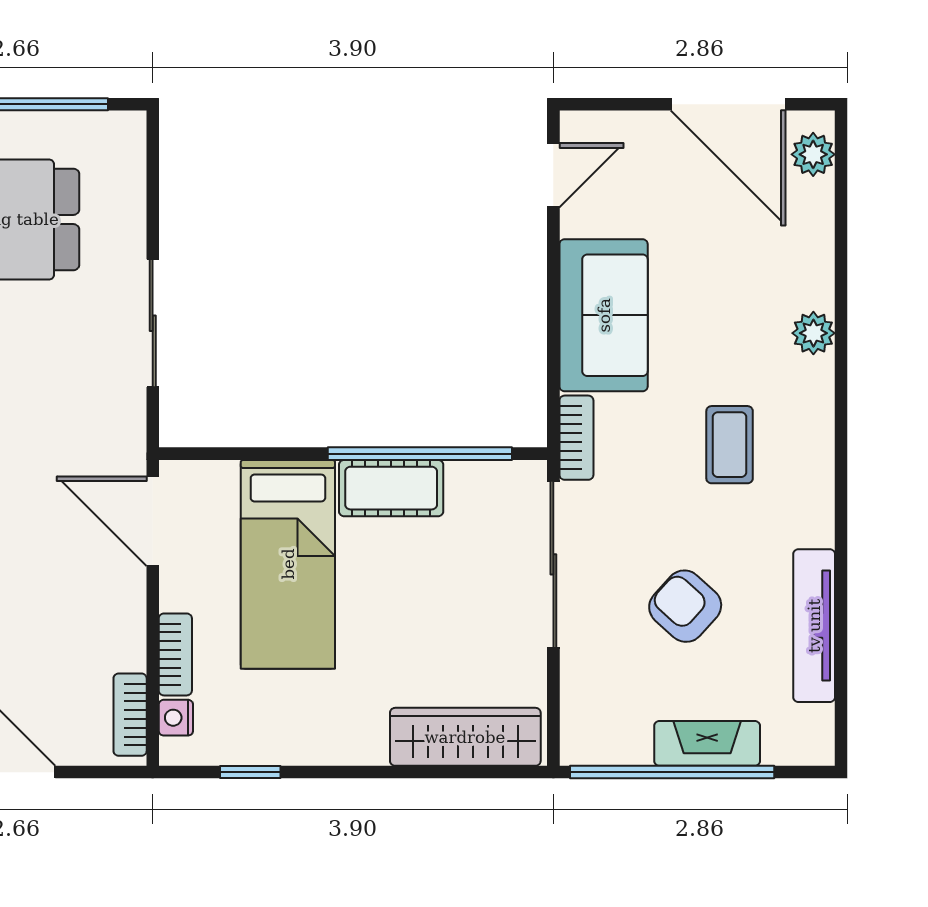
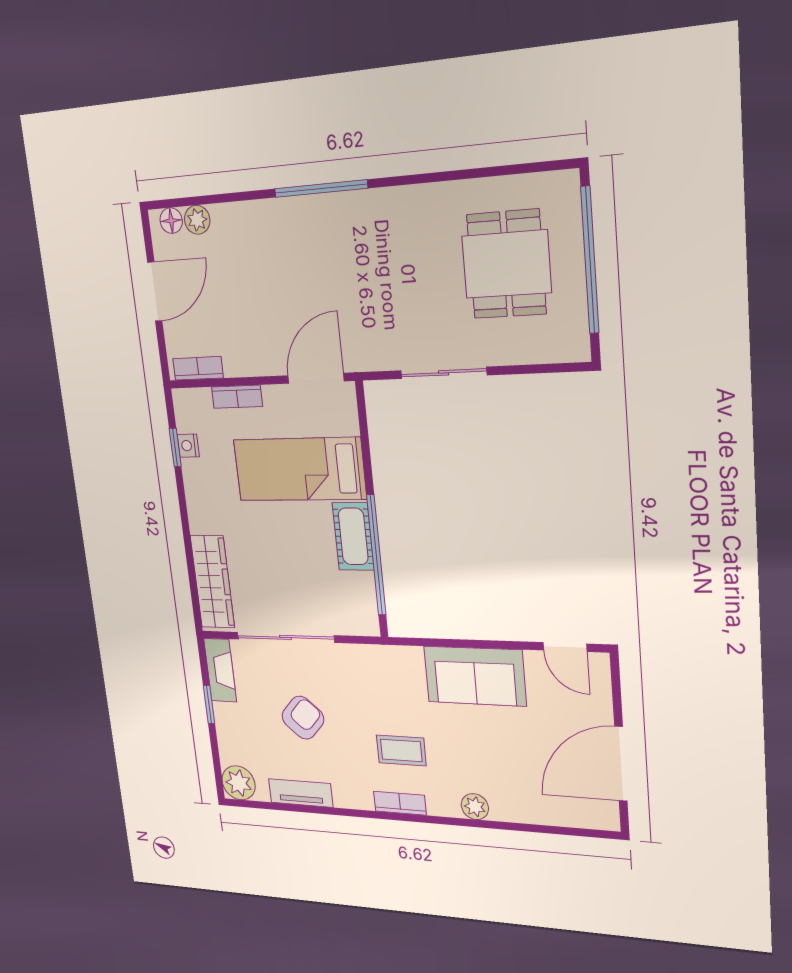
plant: (813, 154) -> (239, 783), moved, width x1.38, depth x1.38
bookcase: (576, 438) -> (400, 803), moved, turned 180
sliding door: (553, 564) -> (286, 637), moved
tv unit: (814, 626) -> (301, 793), width x0.71
nightstand: (176, 718) -> (188, 446), moved, turned -90
fireplace: (707, 743) -> (220, 670), moved
window: (672, 772) -> (209, 705), width x0.32

